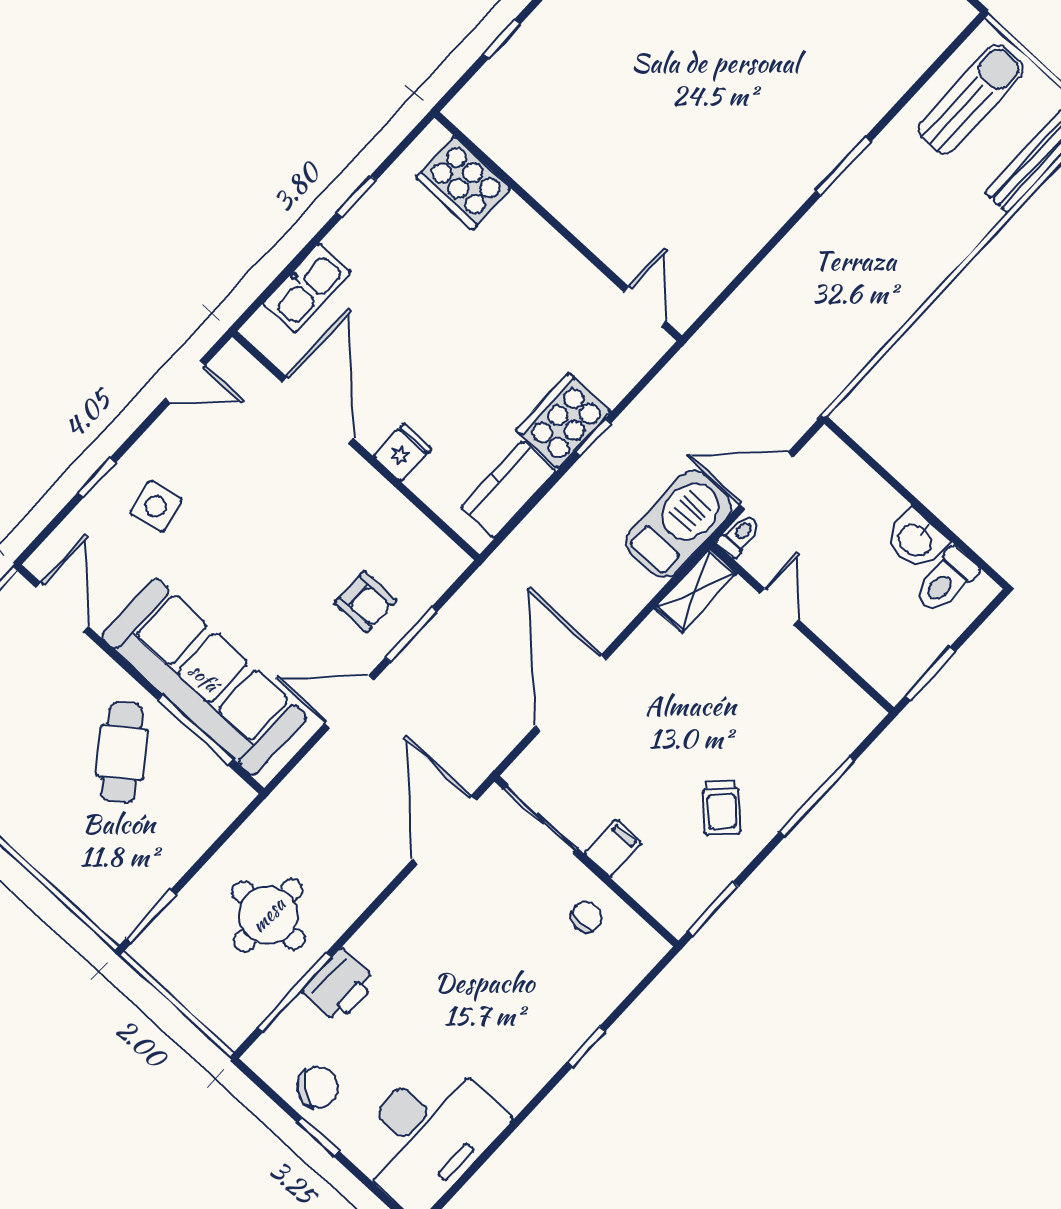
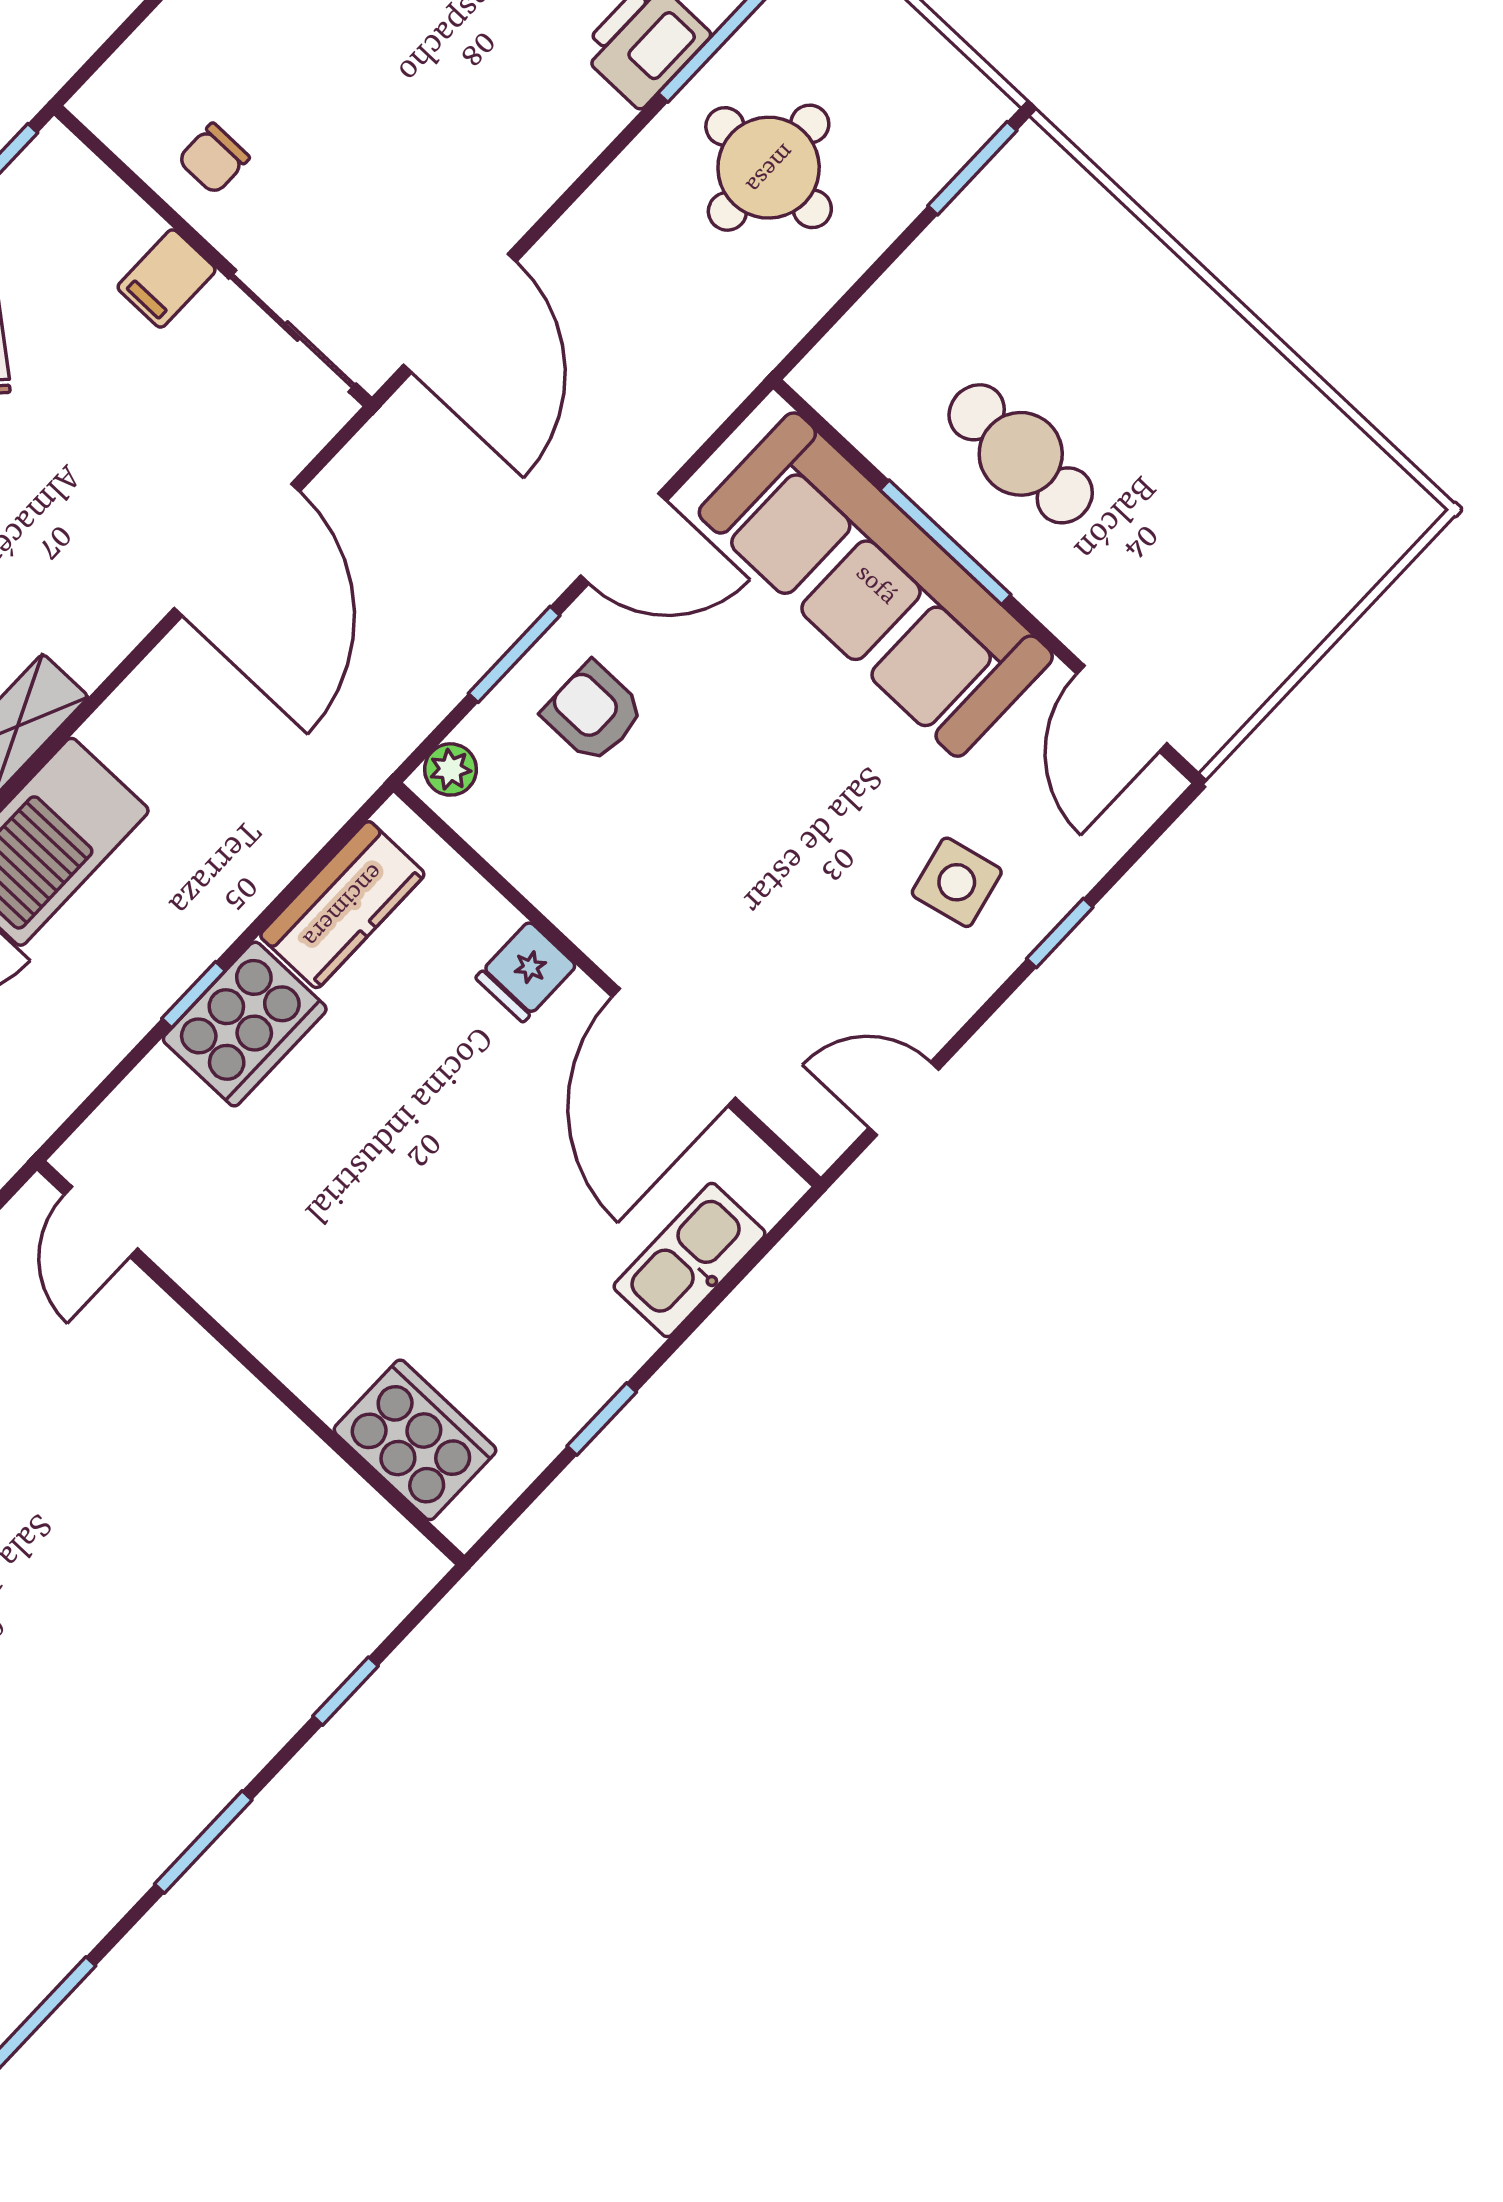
plant: (447, 568) -> (451, 769), added
window: (195, 730) -> (945, 542), moved
cafe table: (122, 753) -> (1021, 454), turned -53

